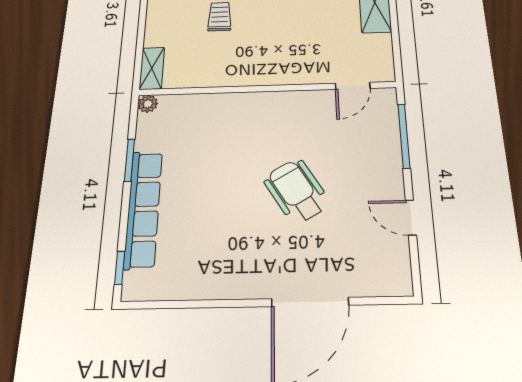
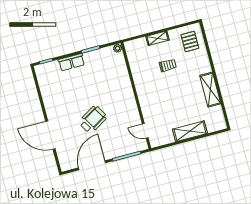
shelving: (152, 68) -> (158, 38), moved
row of seats: (143, 209) -> (71, 62), width x0.50
door: (411, 218) -> (92, 165), width x1.87

